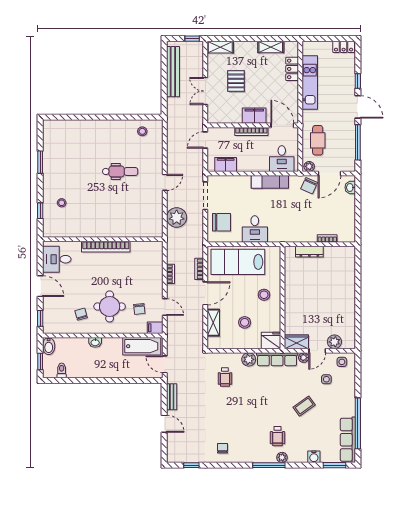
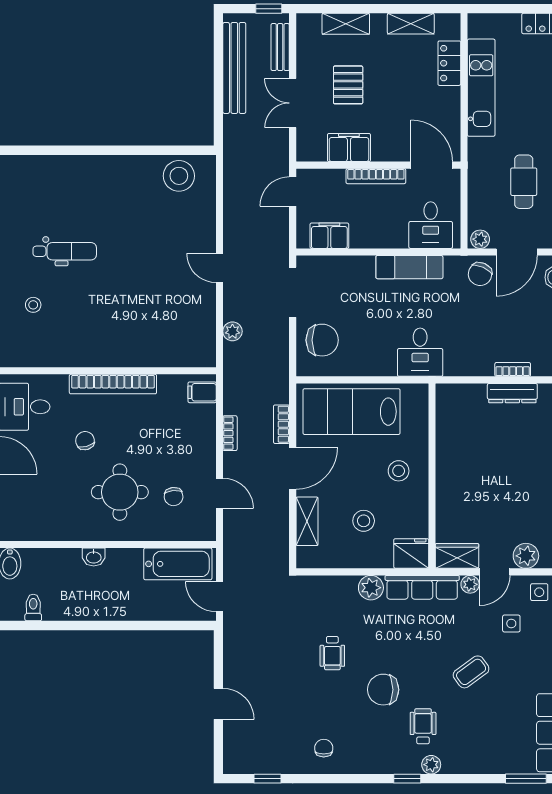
shelving: (220, 47) -> (346, 24), moved
filing cabinet: (254, 116) -> (349, 147), moved
stool: (142, 131) -> (179, 176), width x1.89, depth x1.89
cafe table: (318, 140) -> (524, 182), moved
dental chair: (120, 171) -> (65, 251), moved
door: (165, 182) -> (220, 268), swing flipped
plant: (177, 217) -> (232, 331), width x0.53, depth x0.53
desk: (255, 229) -> (420, 352), moved
dresser: (309, 252) -> (512, 393), moved
chair: (81, 314) -> (85, 441), moved
filing cabinet: (155, 328) -> (202, 392), moved
wheelchair: (225, 377) -> (332, 653), moved
bench: (172, 397) -> (280, 47), moved
chair: (255, 416) -> (383, 690), added
wheelchair: (278, 436) -> (423, 726), turned 180
water cooler: (314, 457) -> (489, 763), removed
window: (269, 465) -> (407, 779), width x0.46

